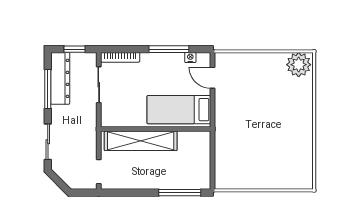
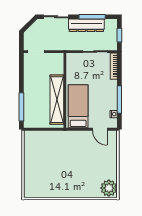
dresser: (60, 78) -> (86, 25), moved
door: (212, 78) -> (100, 129), swing flipped
shelving: (141, 141) -> (57, 100), moved

